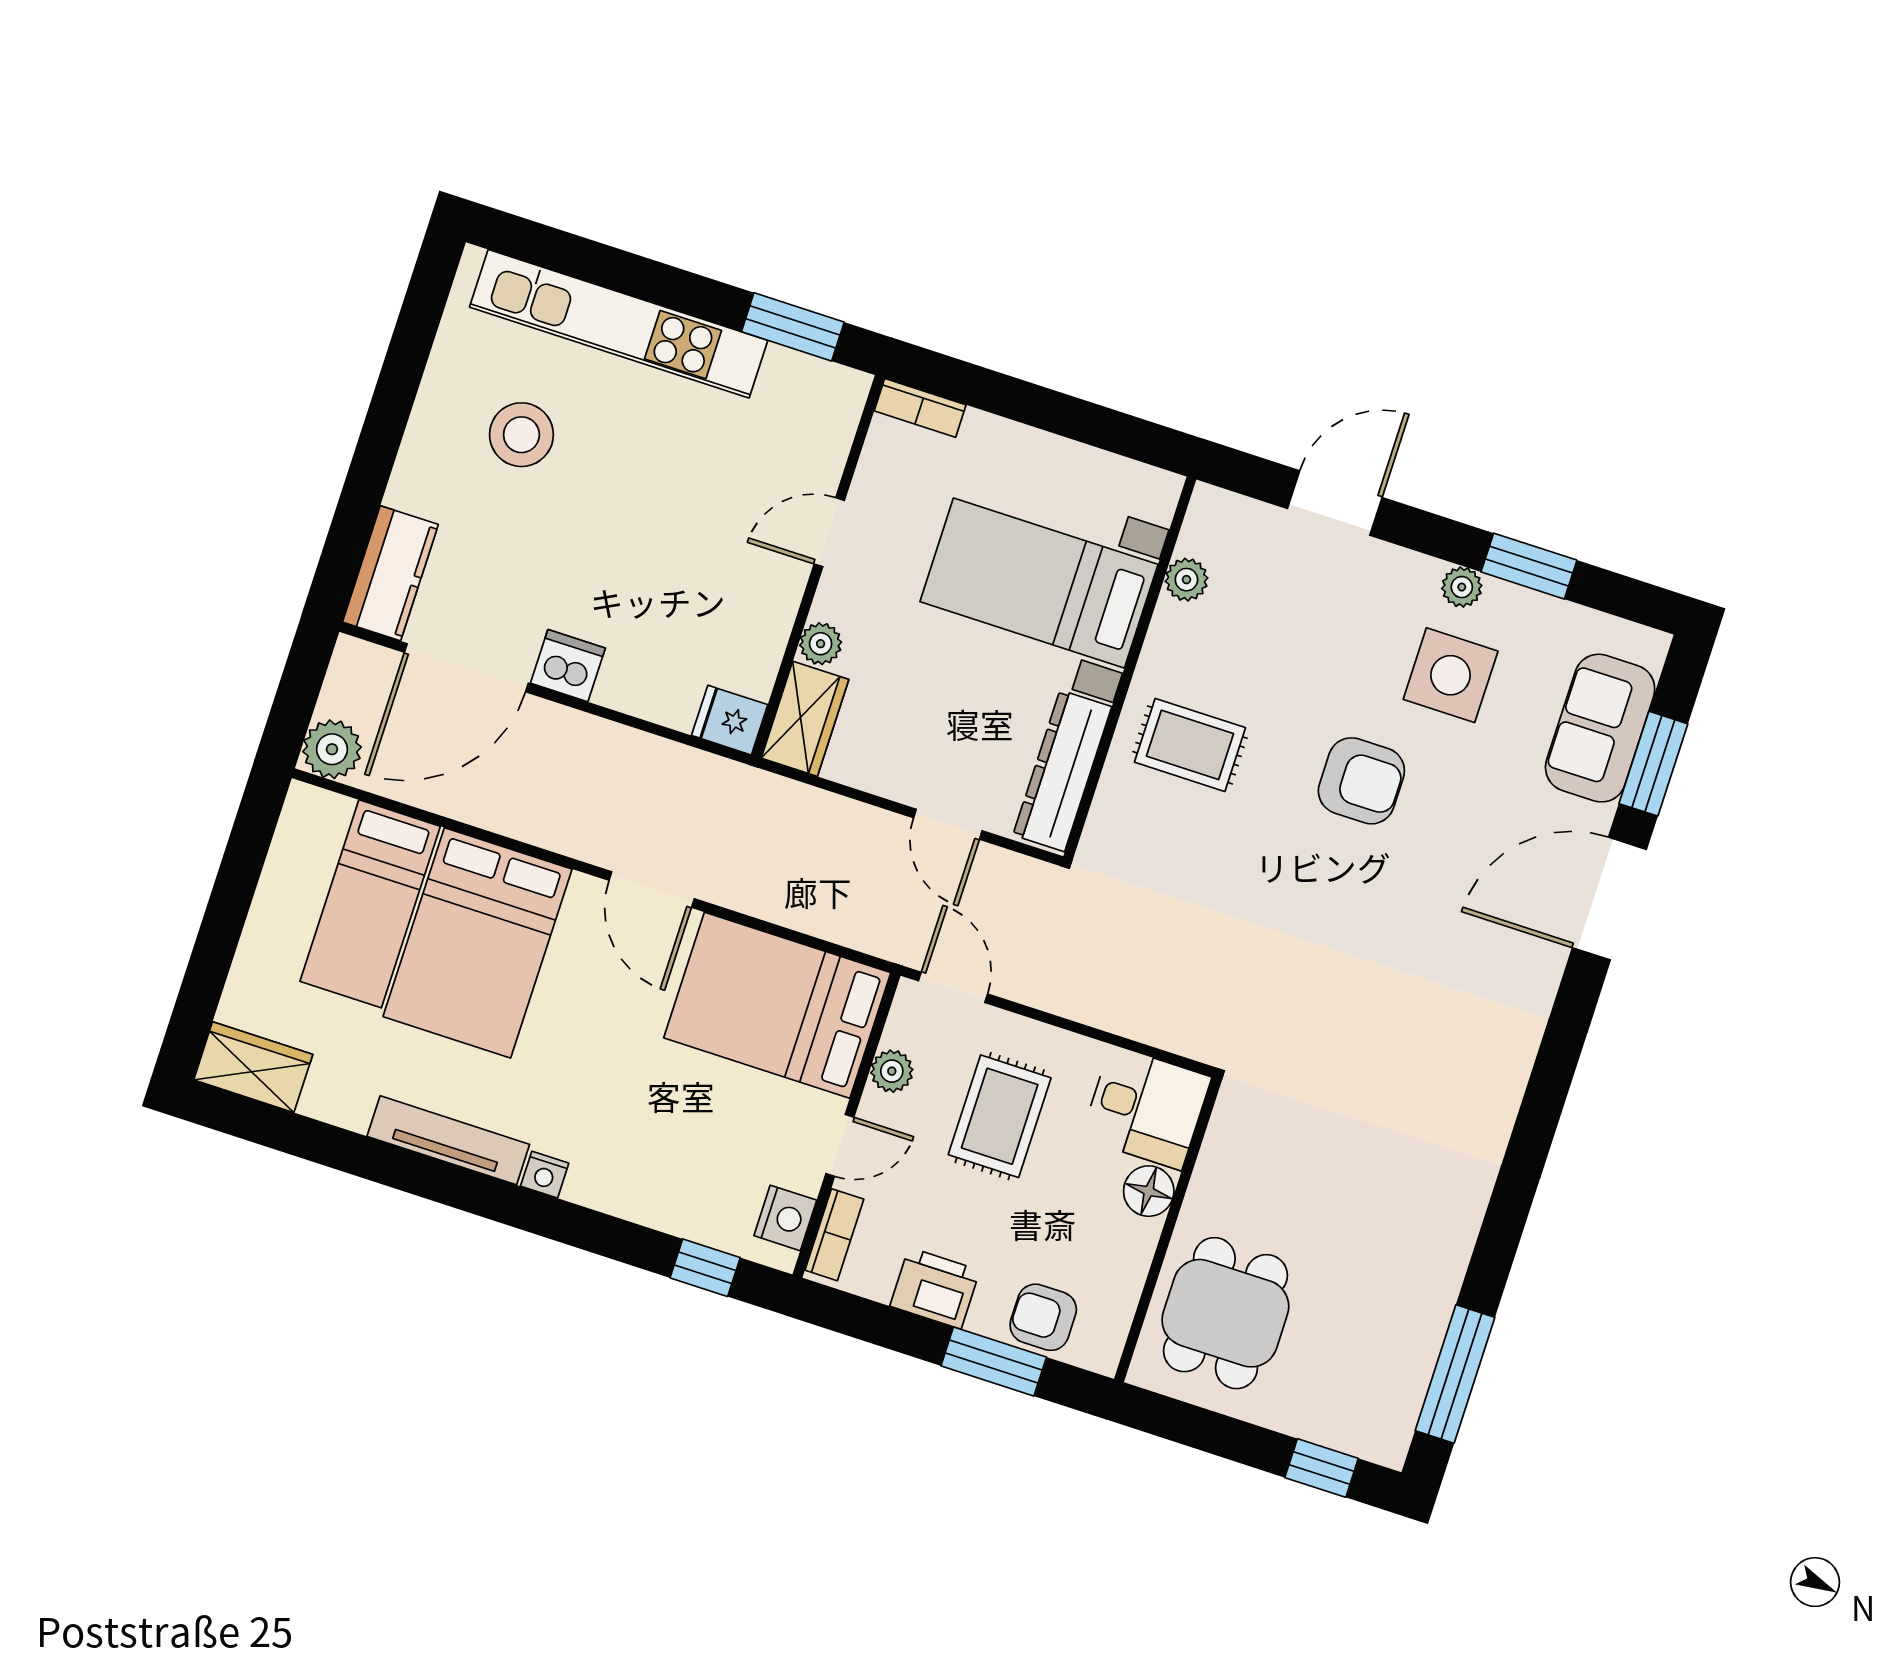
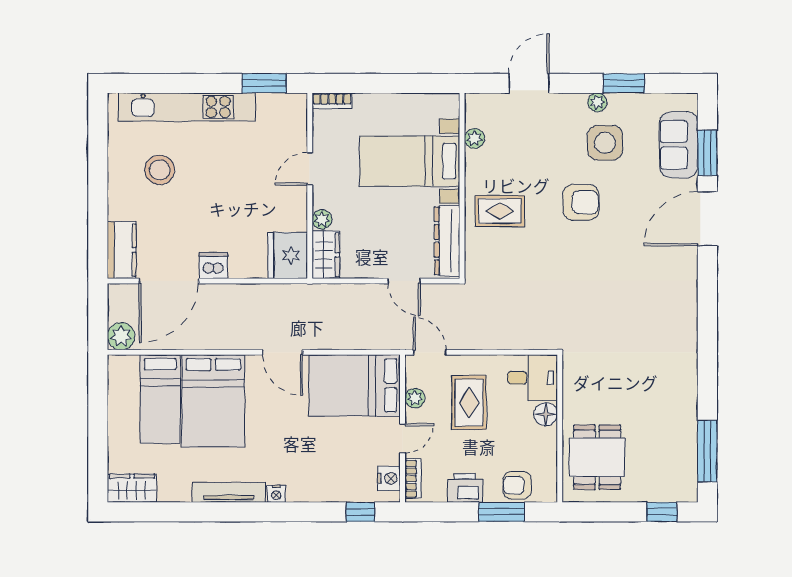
fridge: (730, 720) -> (288, 255), width x1.88, depth x1.34

